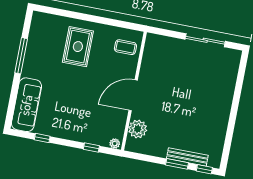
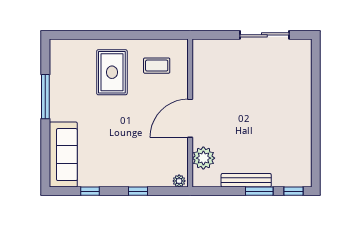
coffee table: (125, 47) -> (157, 66), moved
window: (91, 147) -> (138, 191), moved
bench: (187, 157) -> (246, 180), moved

